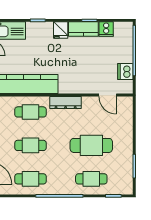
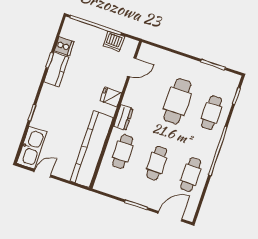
fridge: (61, 30) -> (111, 97), moved, turned 180
dresser: (66, 102) -> (123, 117), width x0.70

